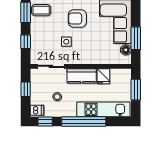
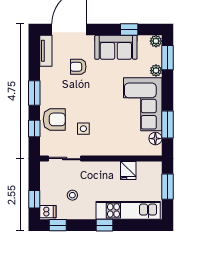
coffee table: (41, 10) -> (53, 90), removed
armchair: (77, 18) -> (54, 119), moved, turned 180
kitchen counter: (82, 76) -> (102, 170), removed
window: (26, 89) -> (34, 199), moved
window: (84, 121) -> (104, 225), width x0.32

